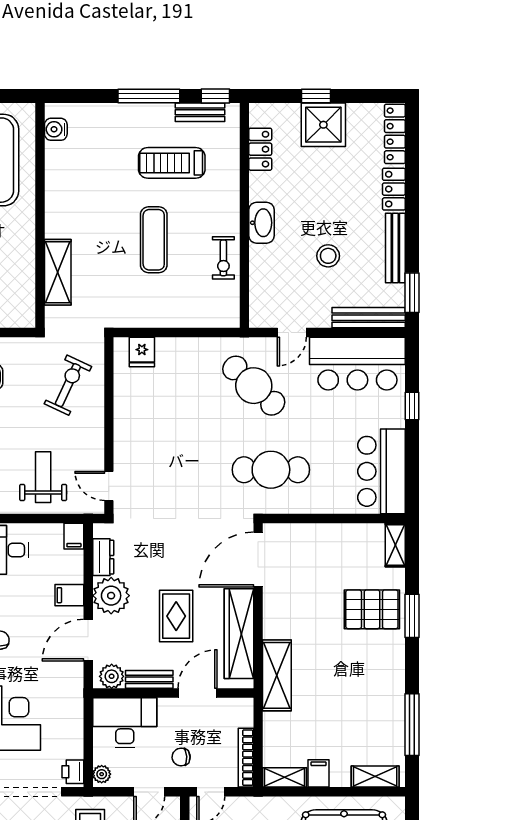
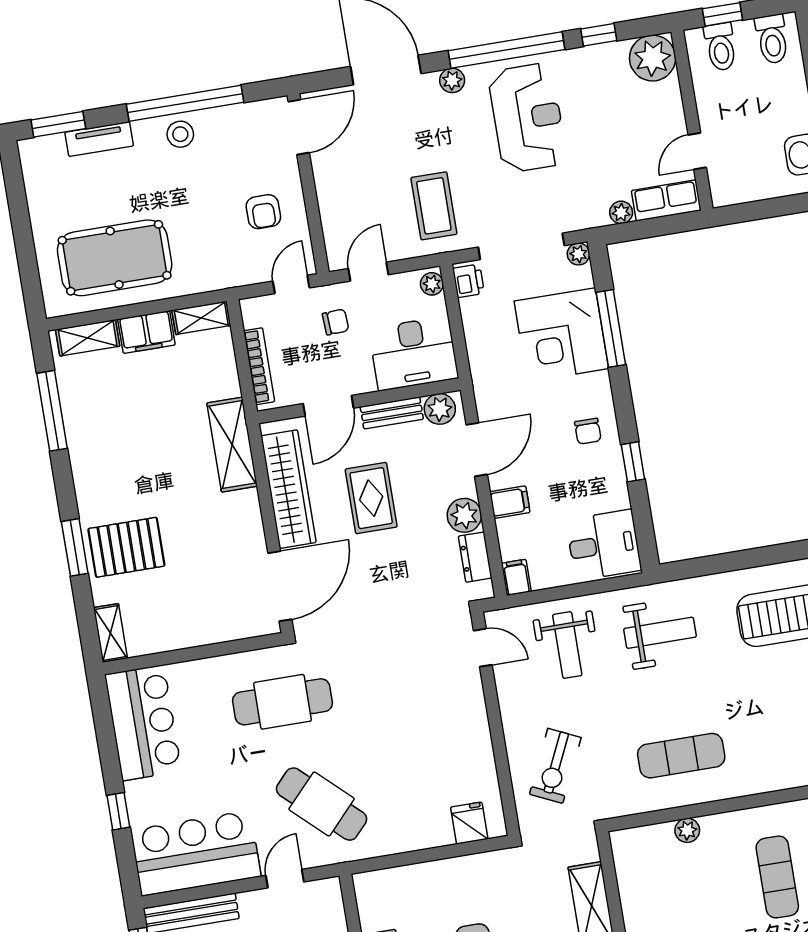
plant: (111, 596) -> (464, 515), width x0.73, depth x0.73
bookcase: (246, 758) -> (259, 366), moved
filing cabinet: (319, 773) -> (146, 332), width x2.00

